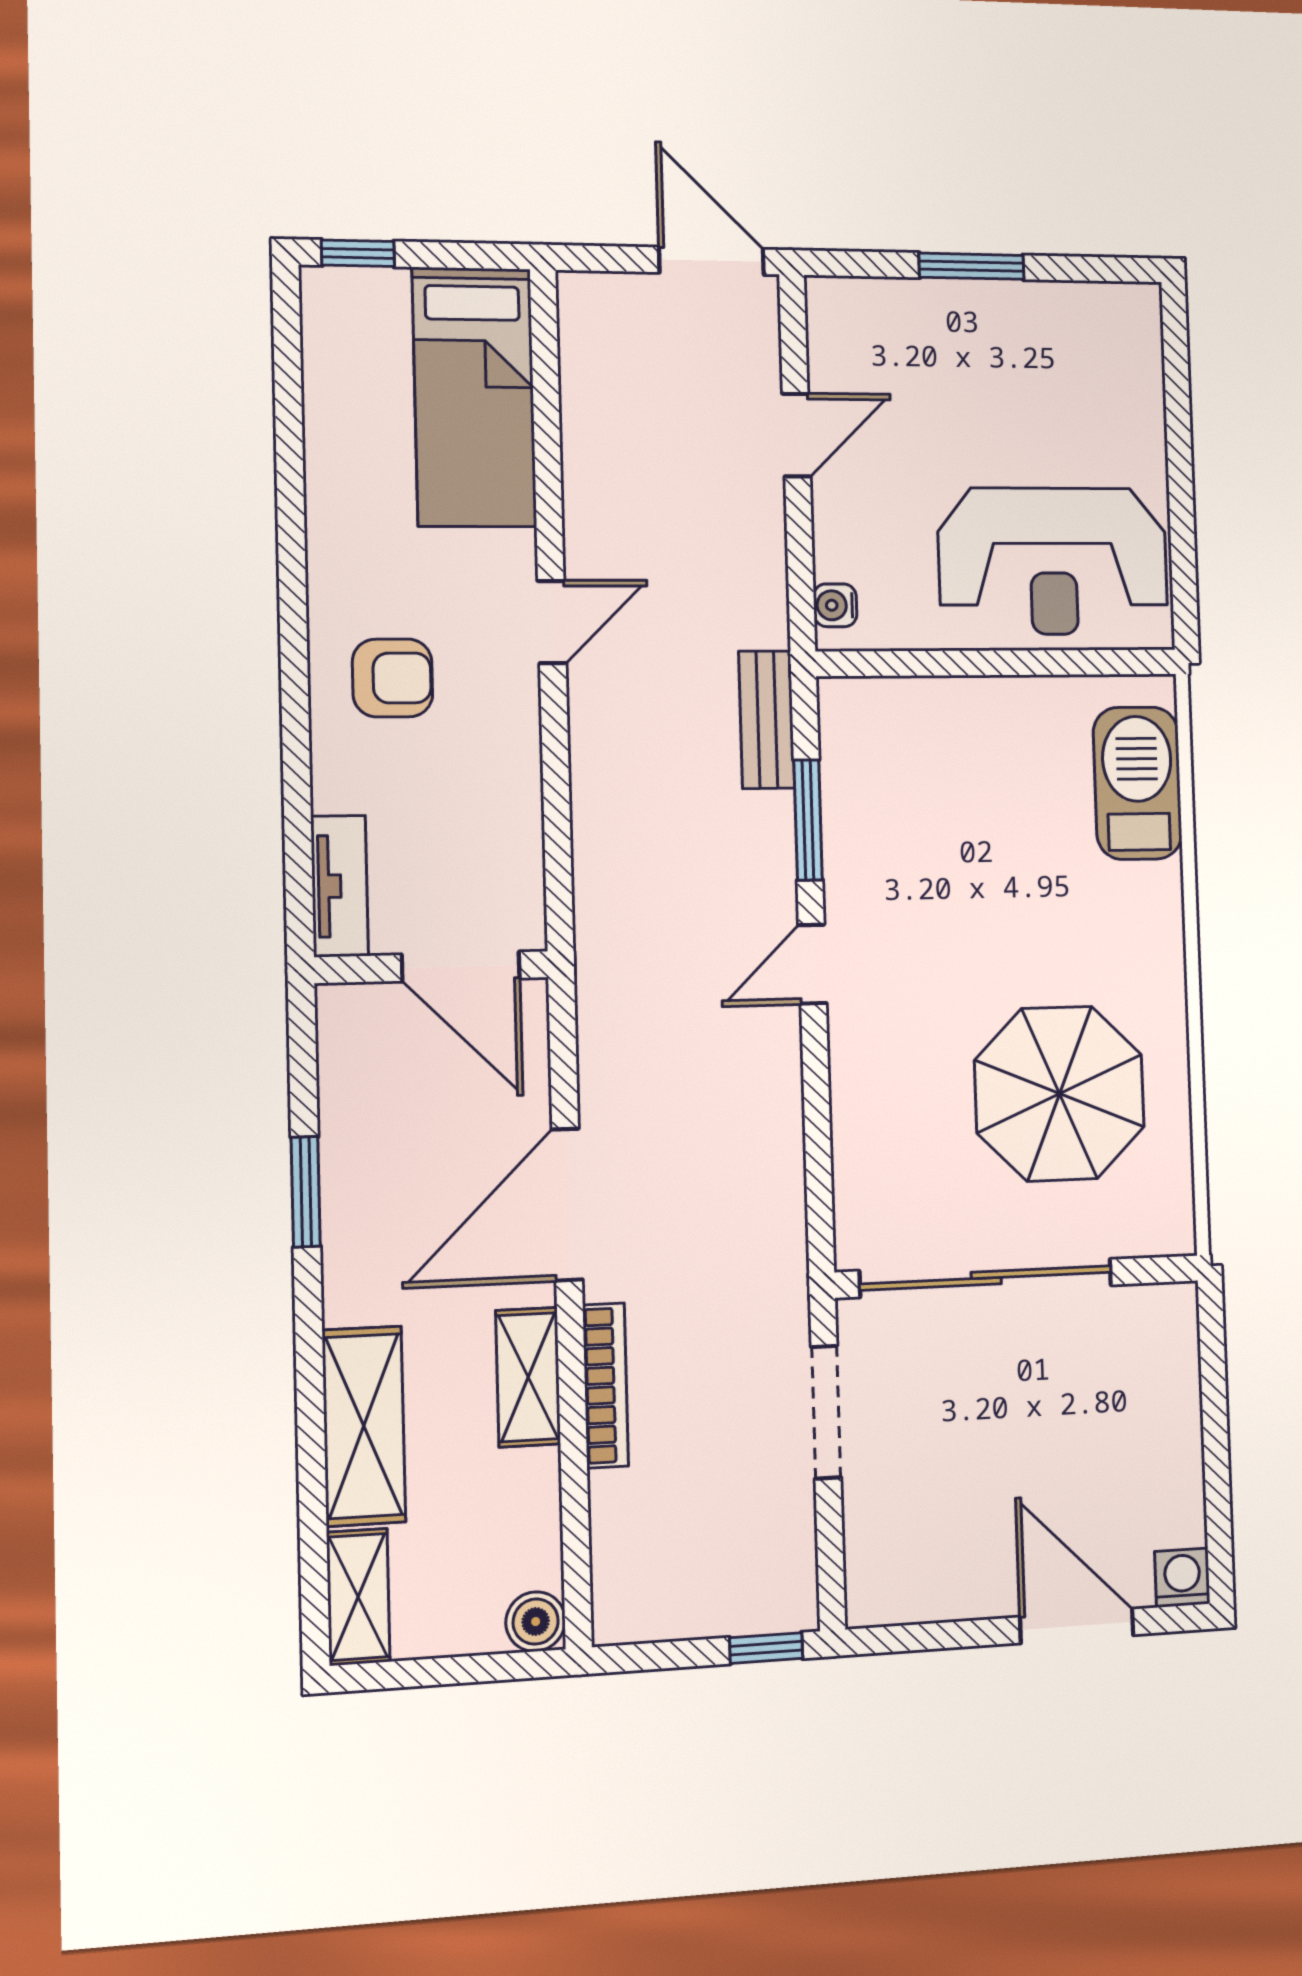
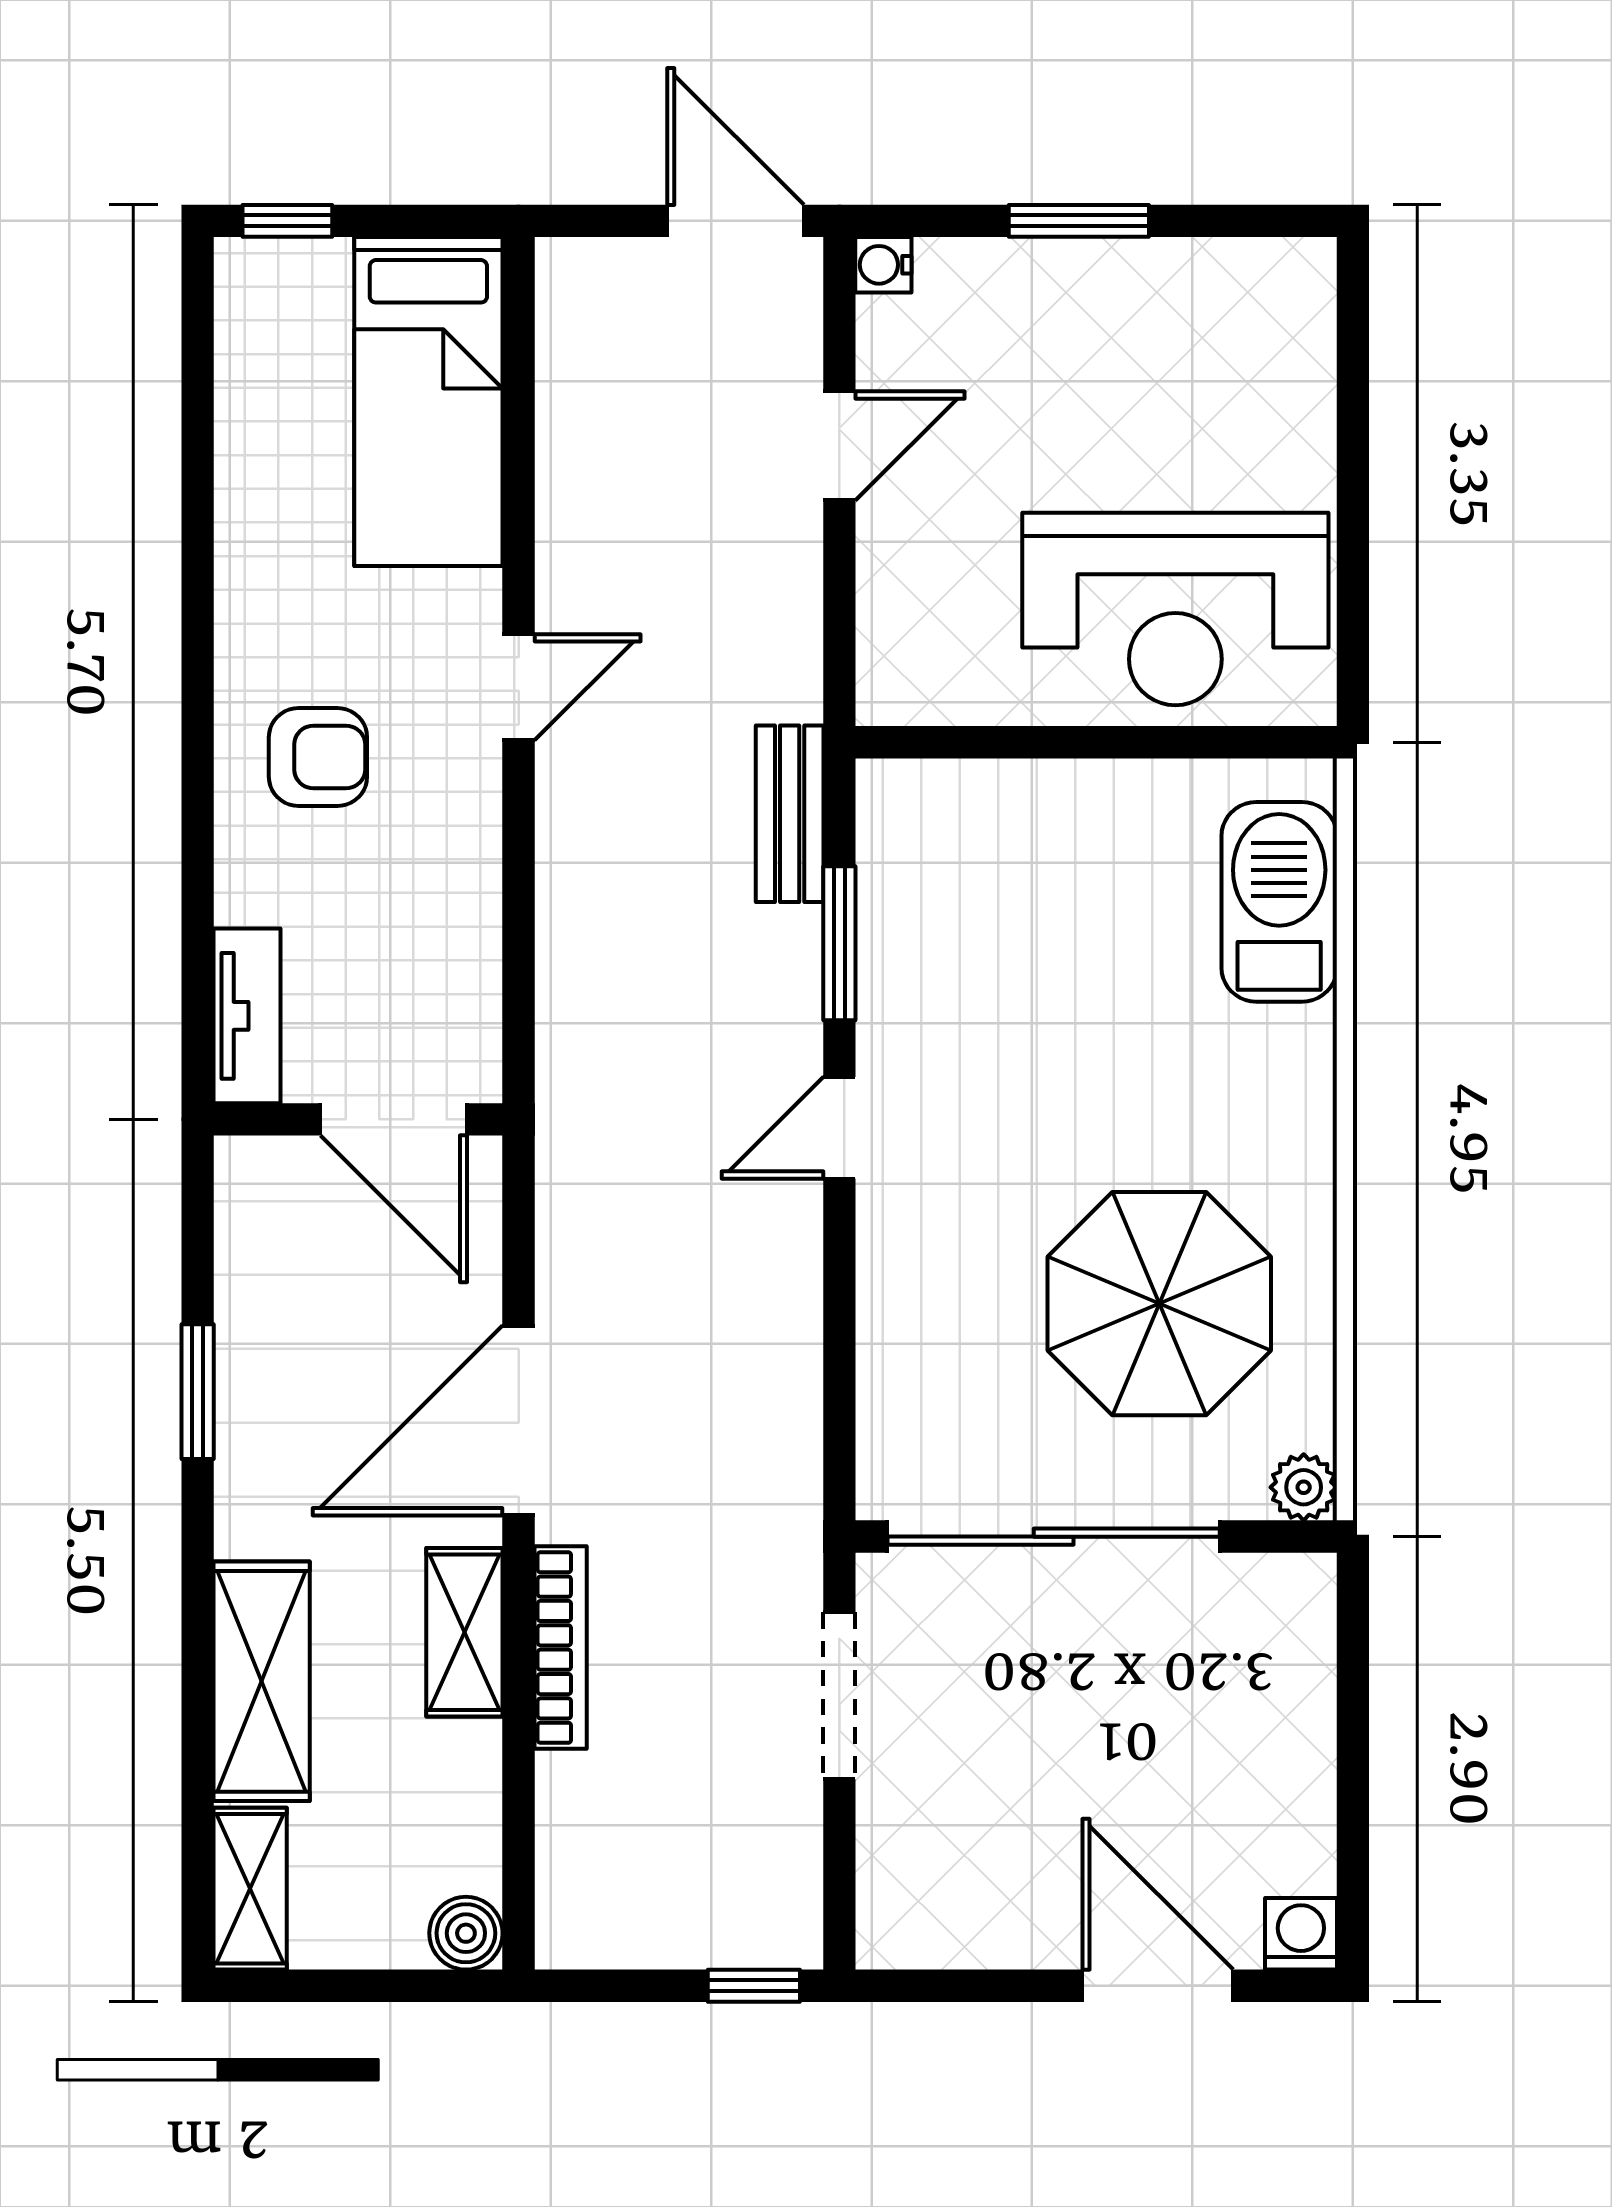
water cooler: (835, 605) -> (883, 265), moved
plant: (1172, 1231) -> (1304, 1487), added

